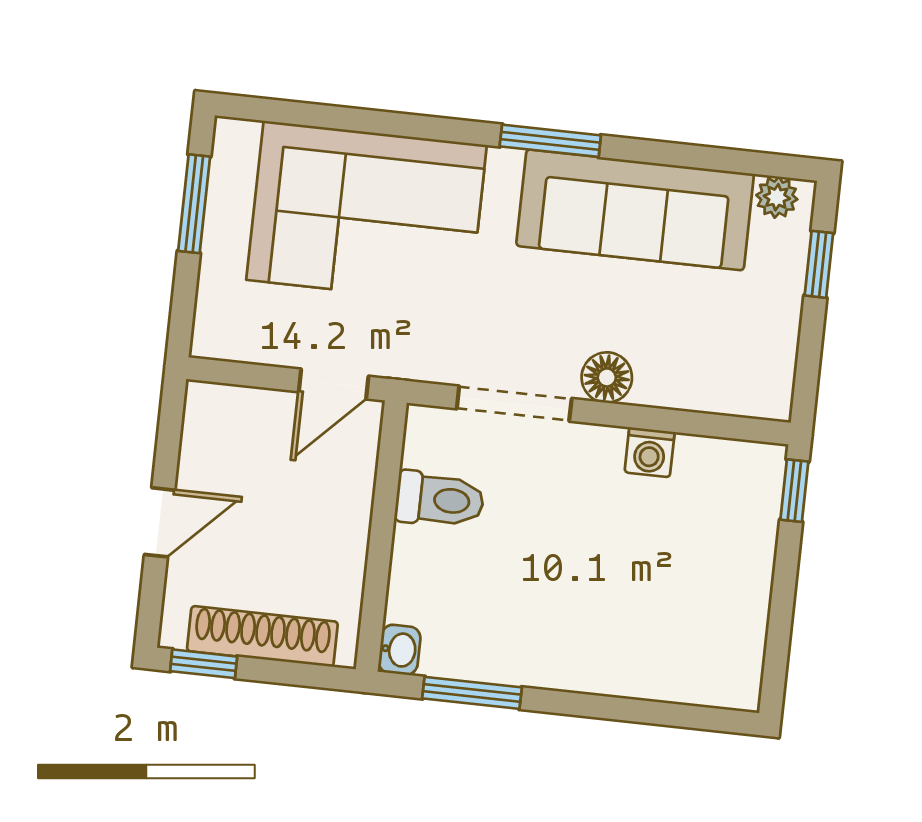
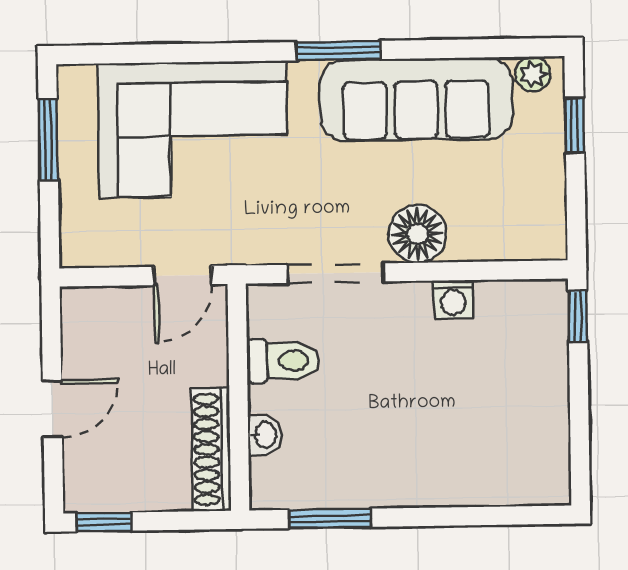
floor lamp: (607, 377) -> (418, 234), width x1.38, depth x1.38
shoe rack: (262, 636) -> (211, 449), moved, turned -90
washbasin: (400, 650) -> (265, 435), moved

